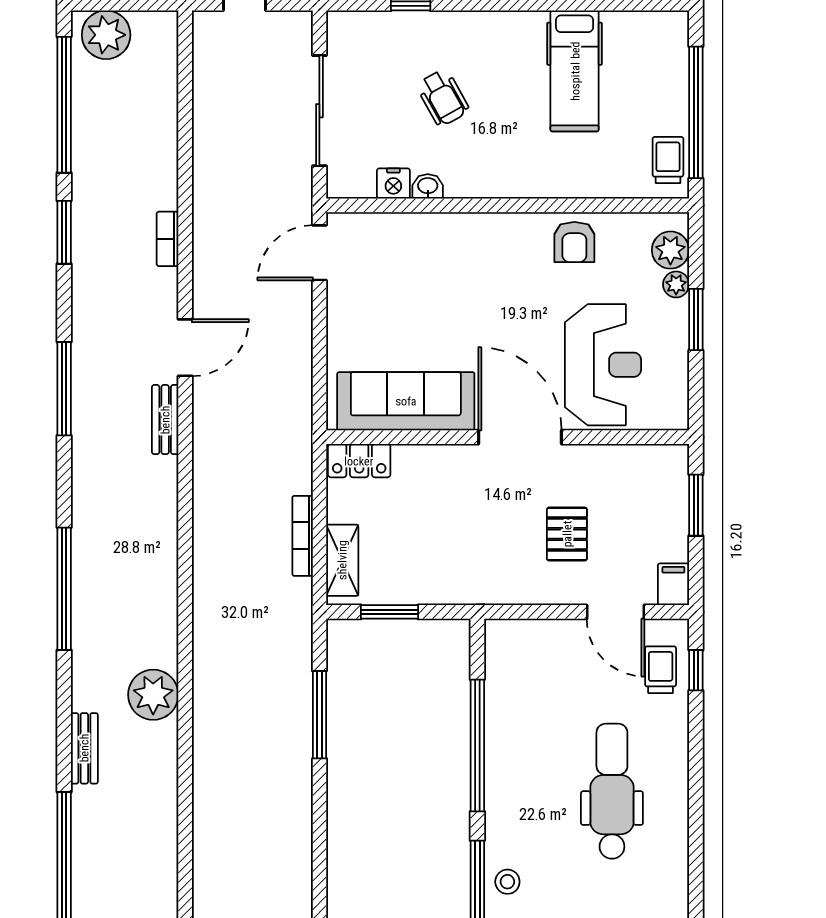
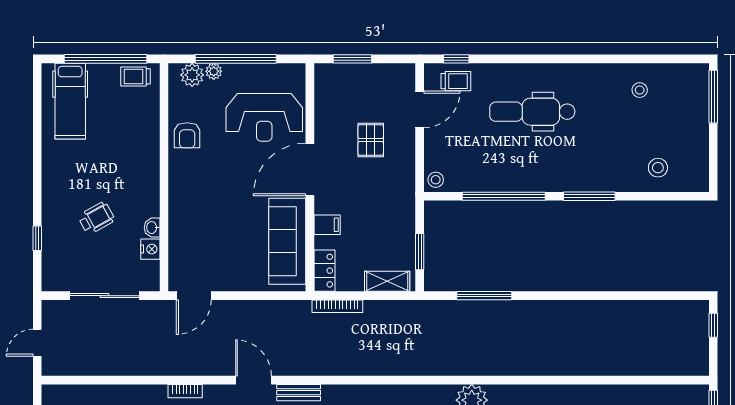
hospital bed: (575, 71) -> (70, 101), moved, turned 90
armchair: (574, 242) -> (187, 135), turned 90
door: (319, 253) -> (194, 296), hinge flipped
window: (696, 319) -> (236, 59), width x2.11
reception desk: (603, 365) -> (264, 117), turned 180
pallet: (567, 534) -> (371, 140), turned 90
bookcase: (303, 536) -> (337, 306), moved
filing cabinet: (673, 584) -> (327, 225), moved, turned 180
trolley: (661, 670) -> (456, 81), turned 180
stool: (507, 882) -> (436, 180), moved

